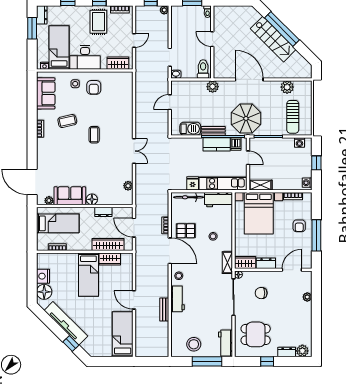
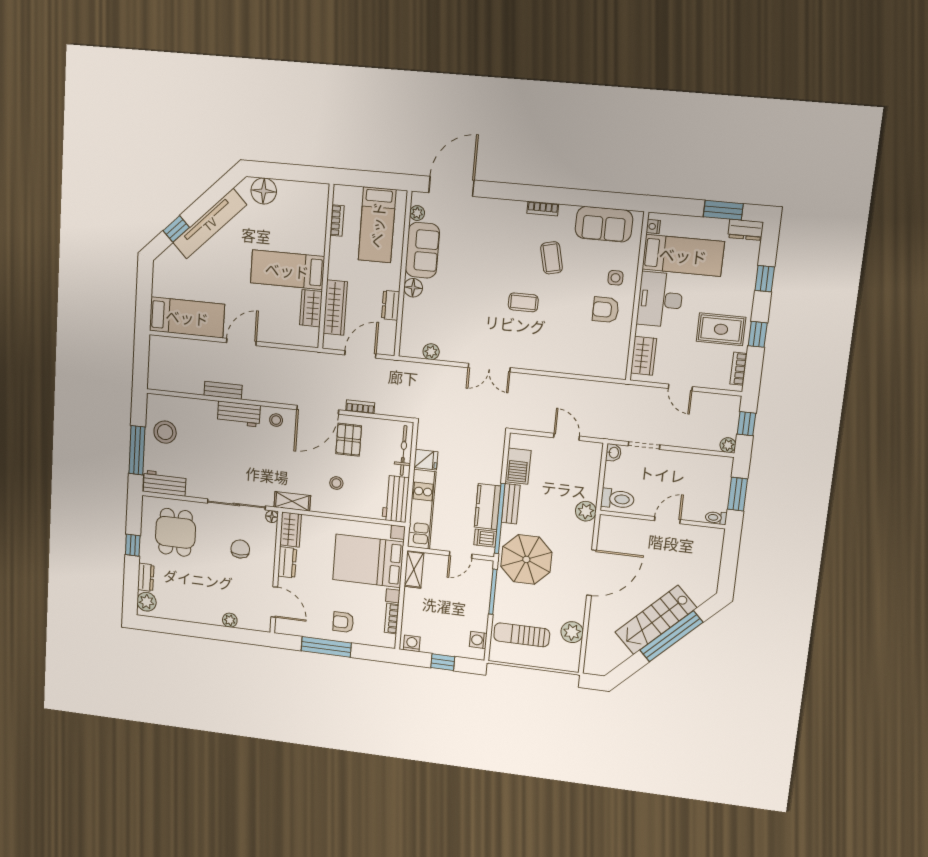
nightstand: (43, 276) -> (290, 191), removed

